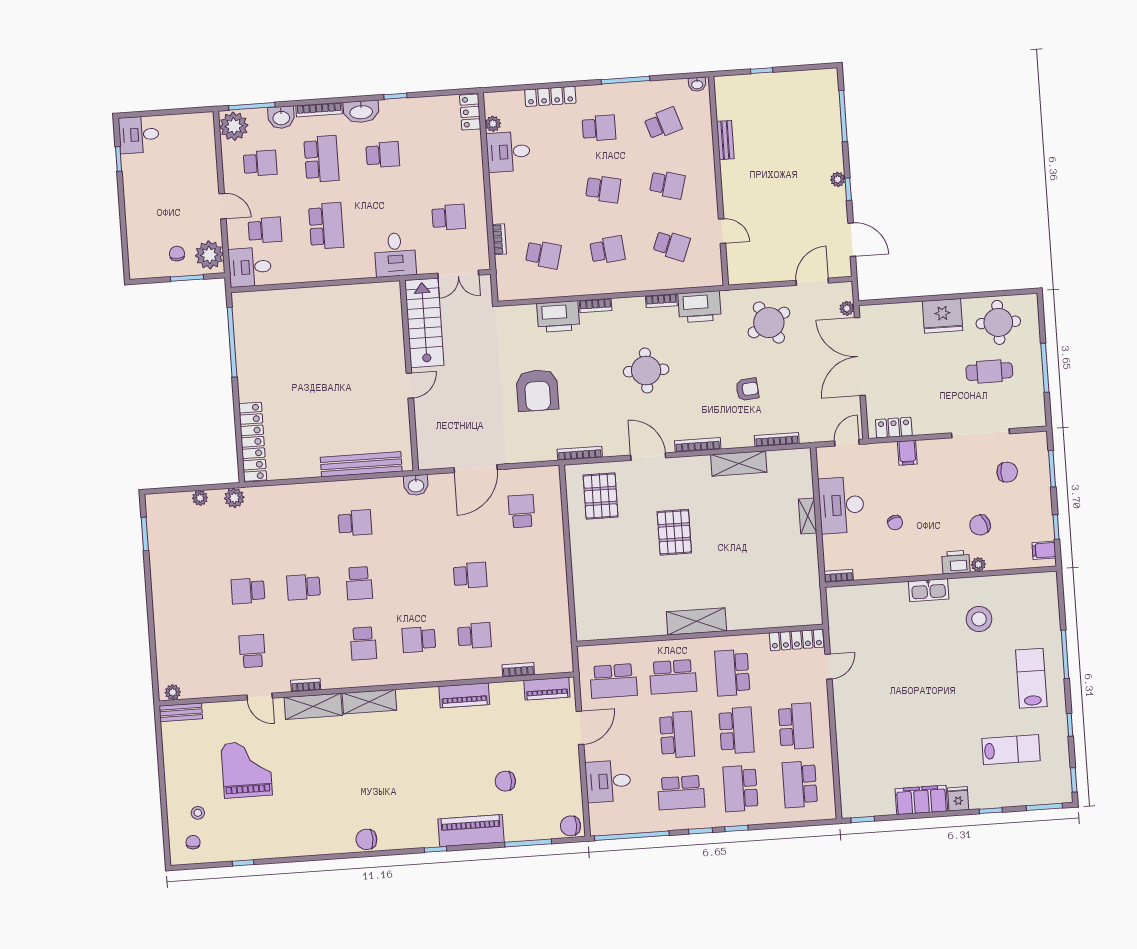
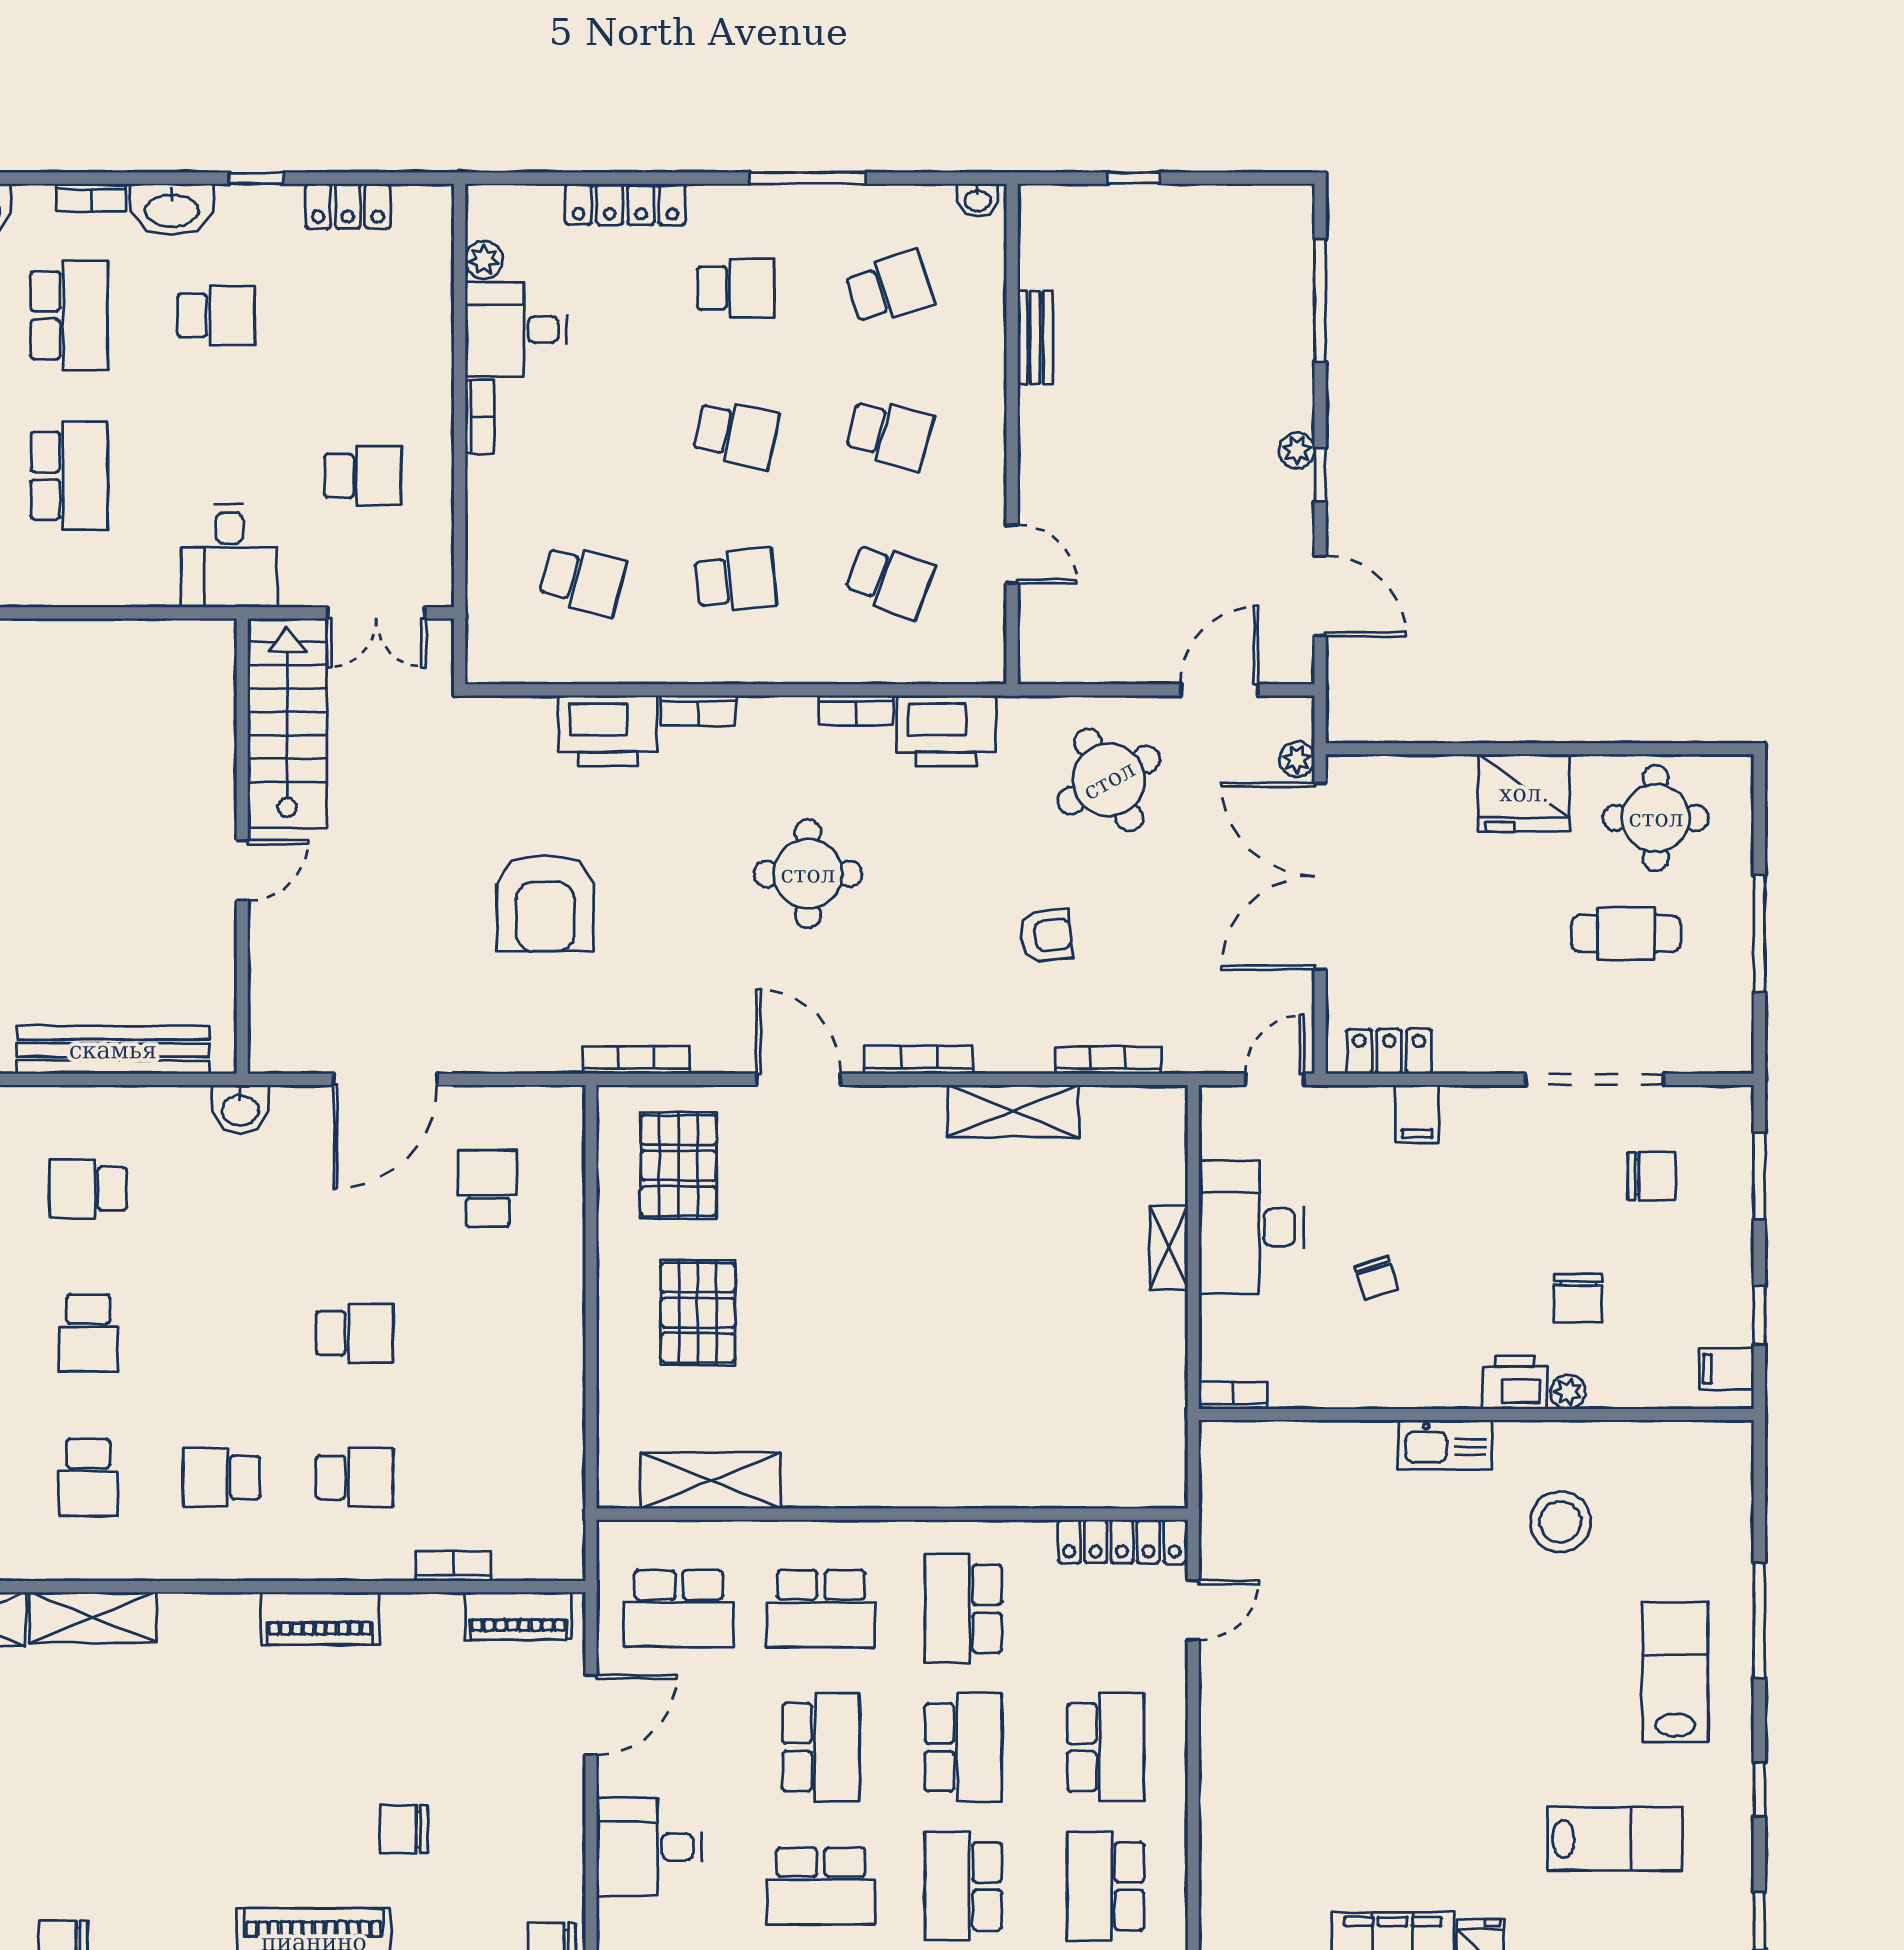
bookcase: (319, 110) -> (91, 198), width x0.64
locker: (470, 112) -> (348, 206), moved, turned -90
bookcase: (499, 239) -> (480, 417), moved
school desk: (355, 523) -> (88, 1189), turned 180
chair: (980, 525) -> (1578, 1298), turned -68
pallet: (674, 532) -> (698, 1313), moved
shelving: (696, 621) -> (711, 1481), moved

